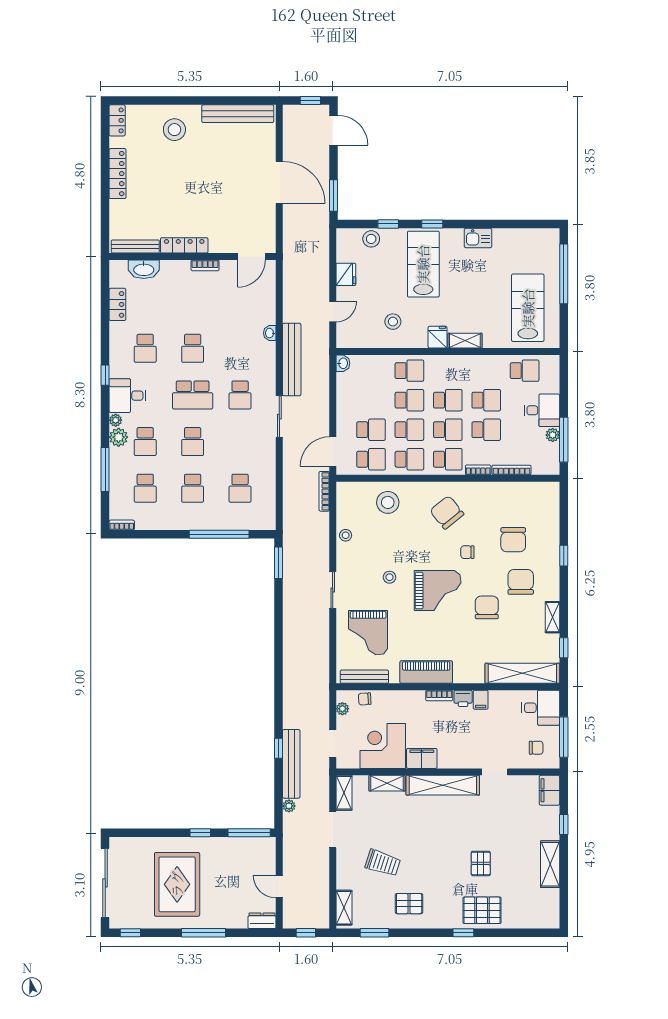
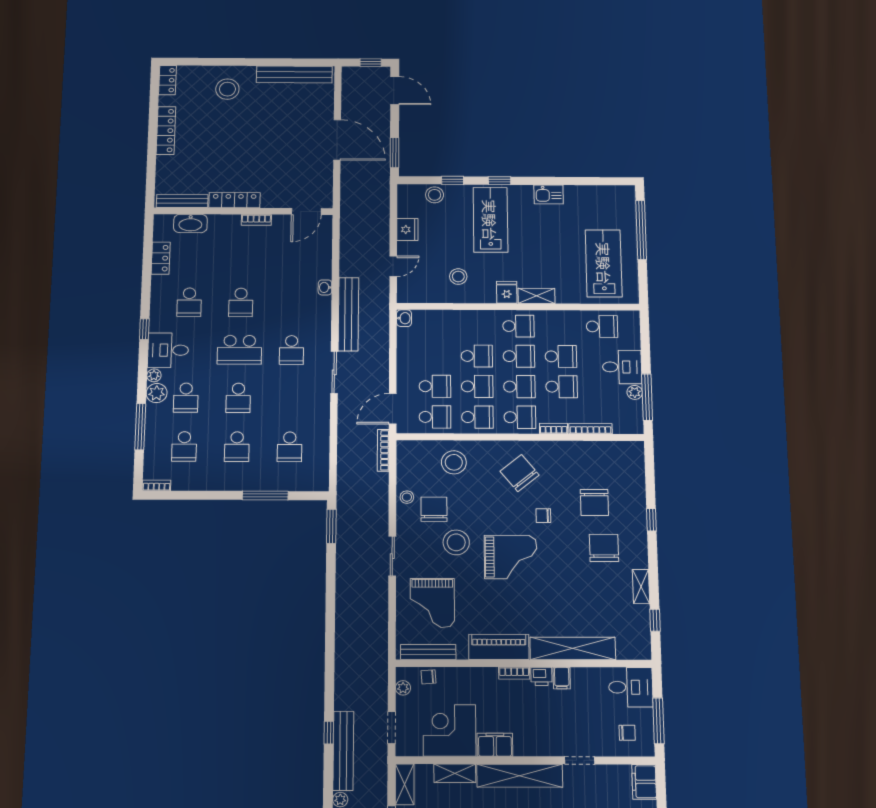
school desk: (409, 371) -> (518, 326), moved
window: (219, 534) -> (265, 496), width x0.68
stool: (389, 577) -> (456, 542), width x1.89, depth x1.89
chair: (487, 607) -> (434, 509), moved
shelving: (522, 673) -> (573, 648), moved

